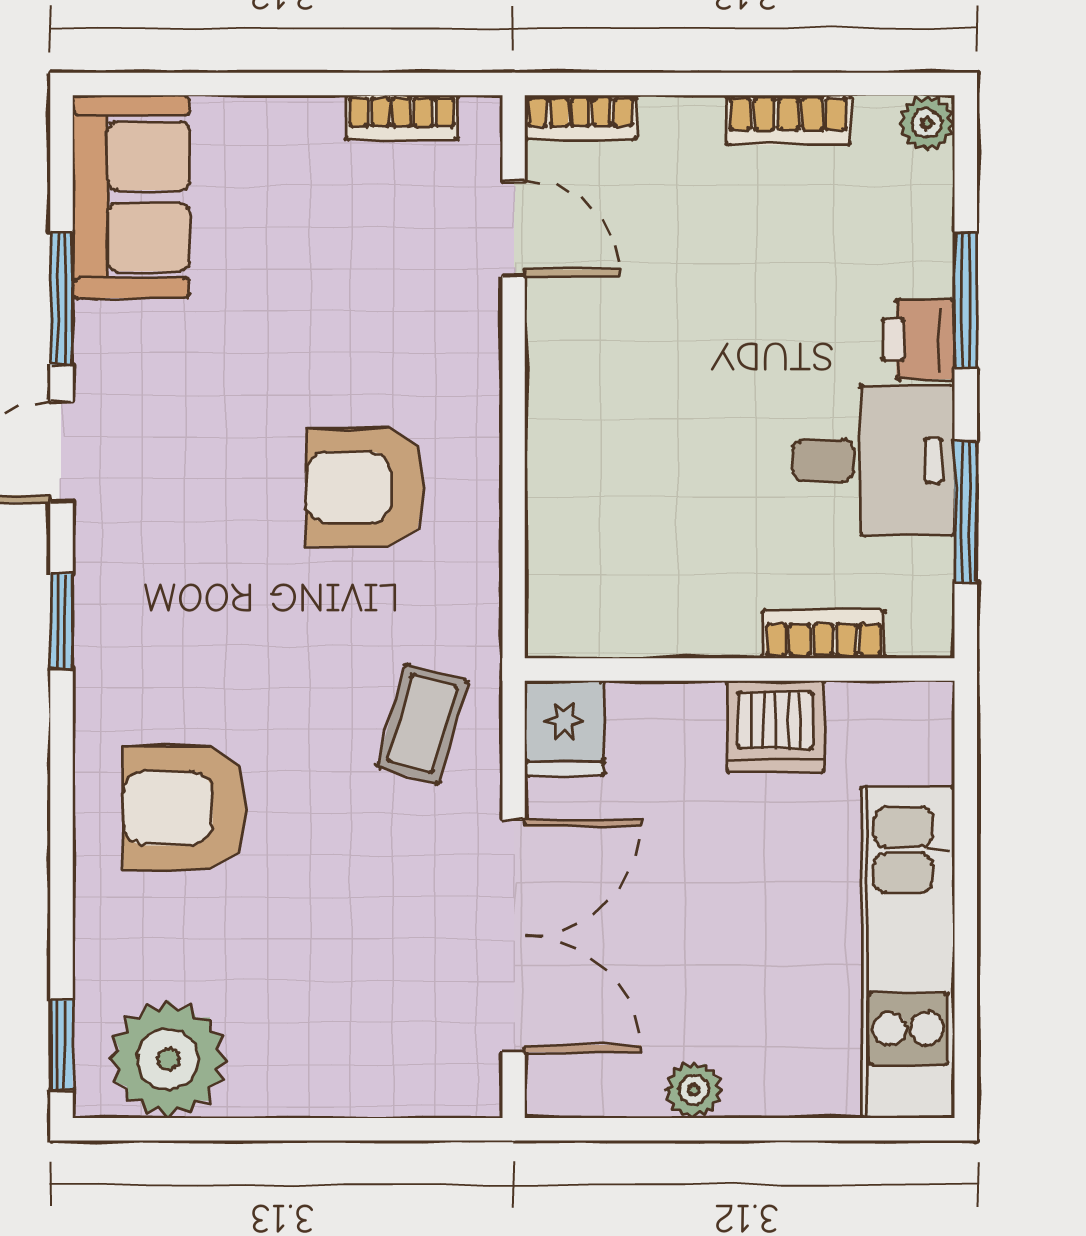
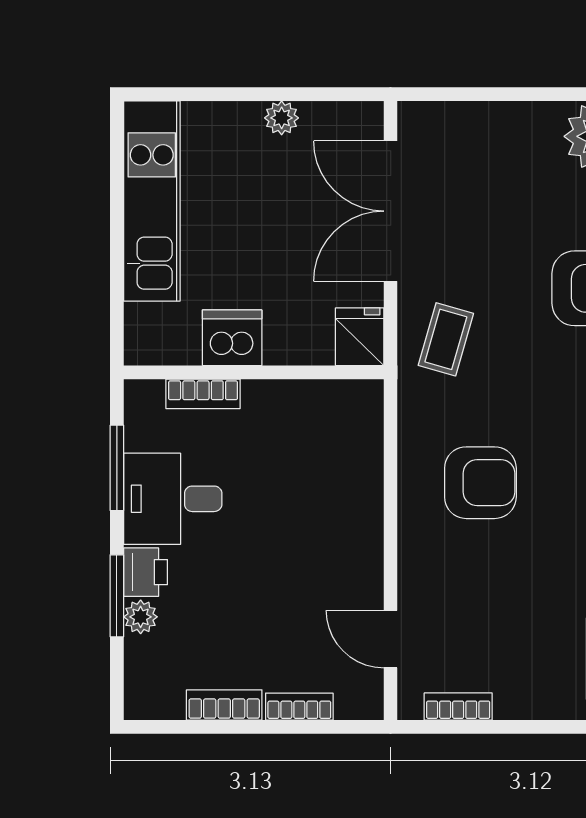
bookcase: (581, 117) -> (299, 707), moved
plant: (927, 123) -> (141, 617), moved

